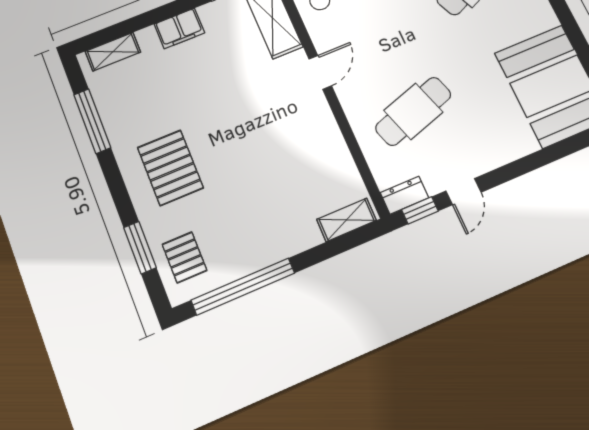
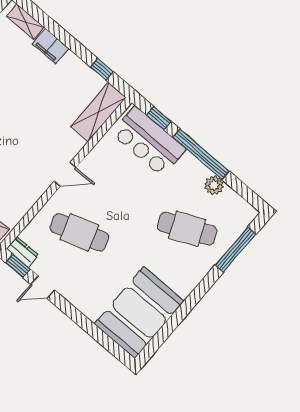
filing cabinet: (179, 28) -> (51, 46), moved
door: (320, 72) -> (65, 174), moved

